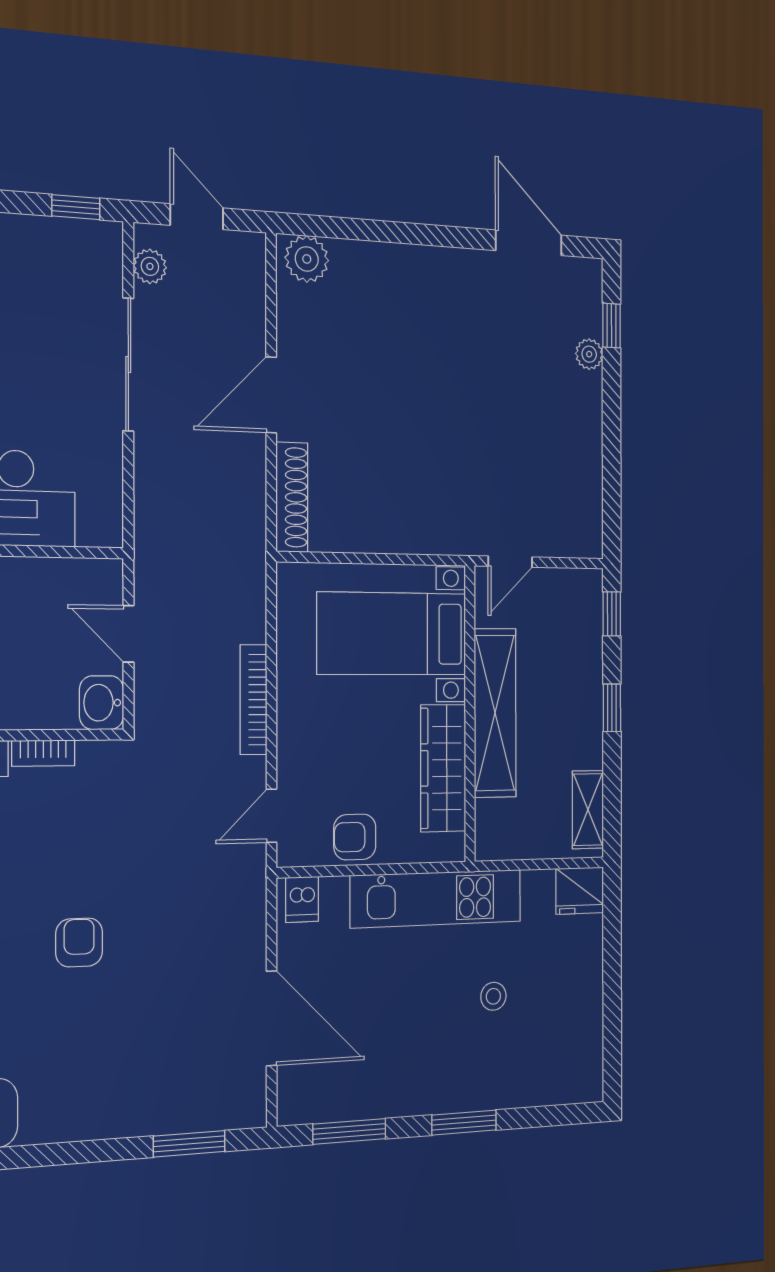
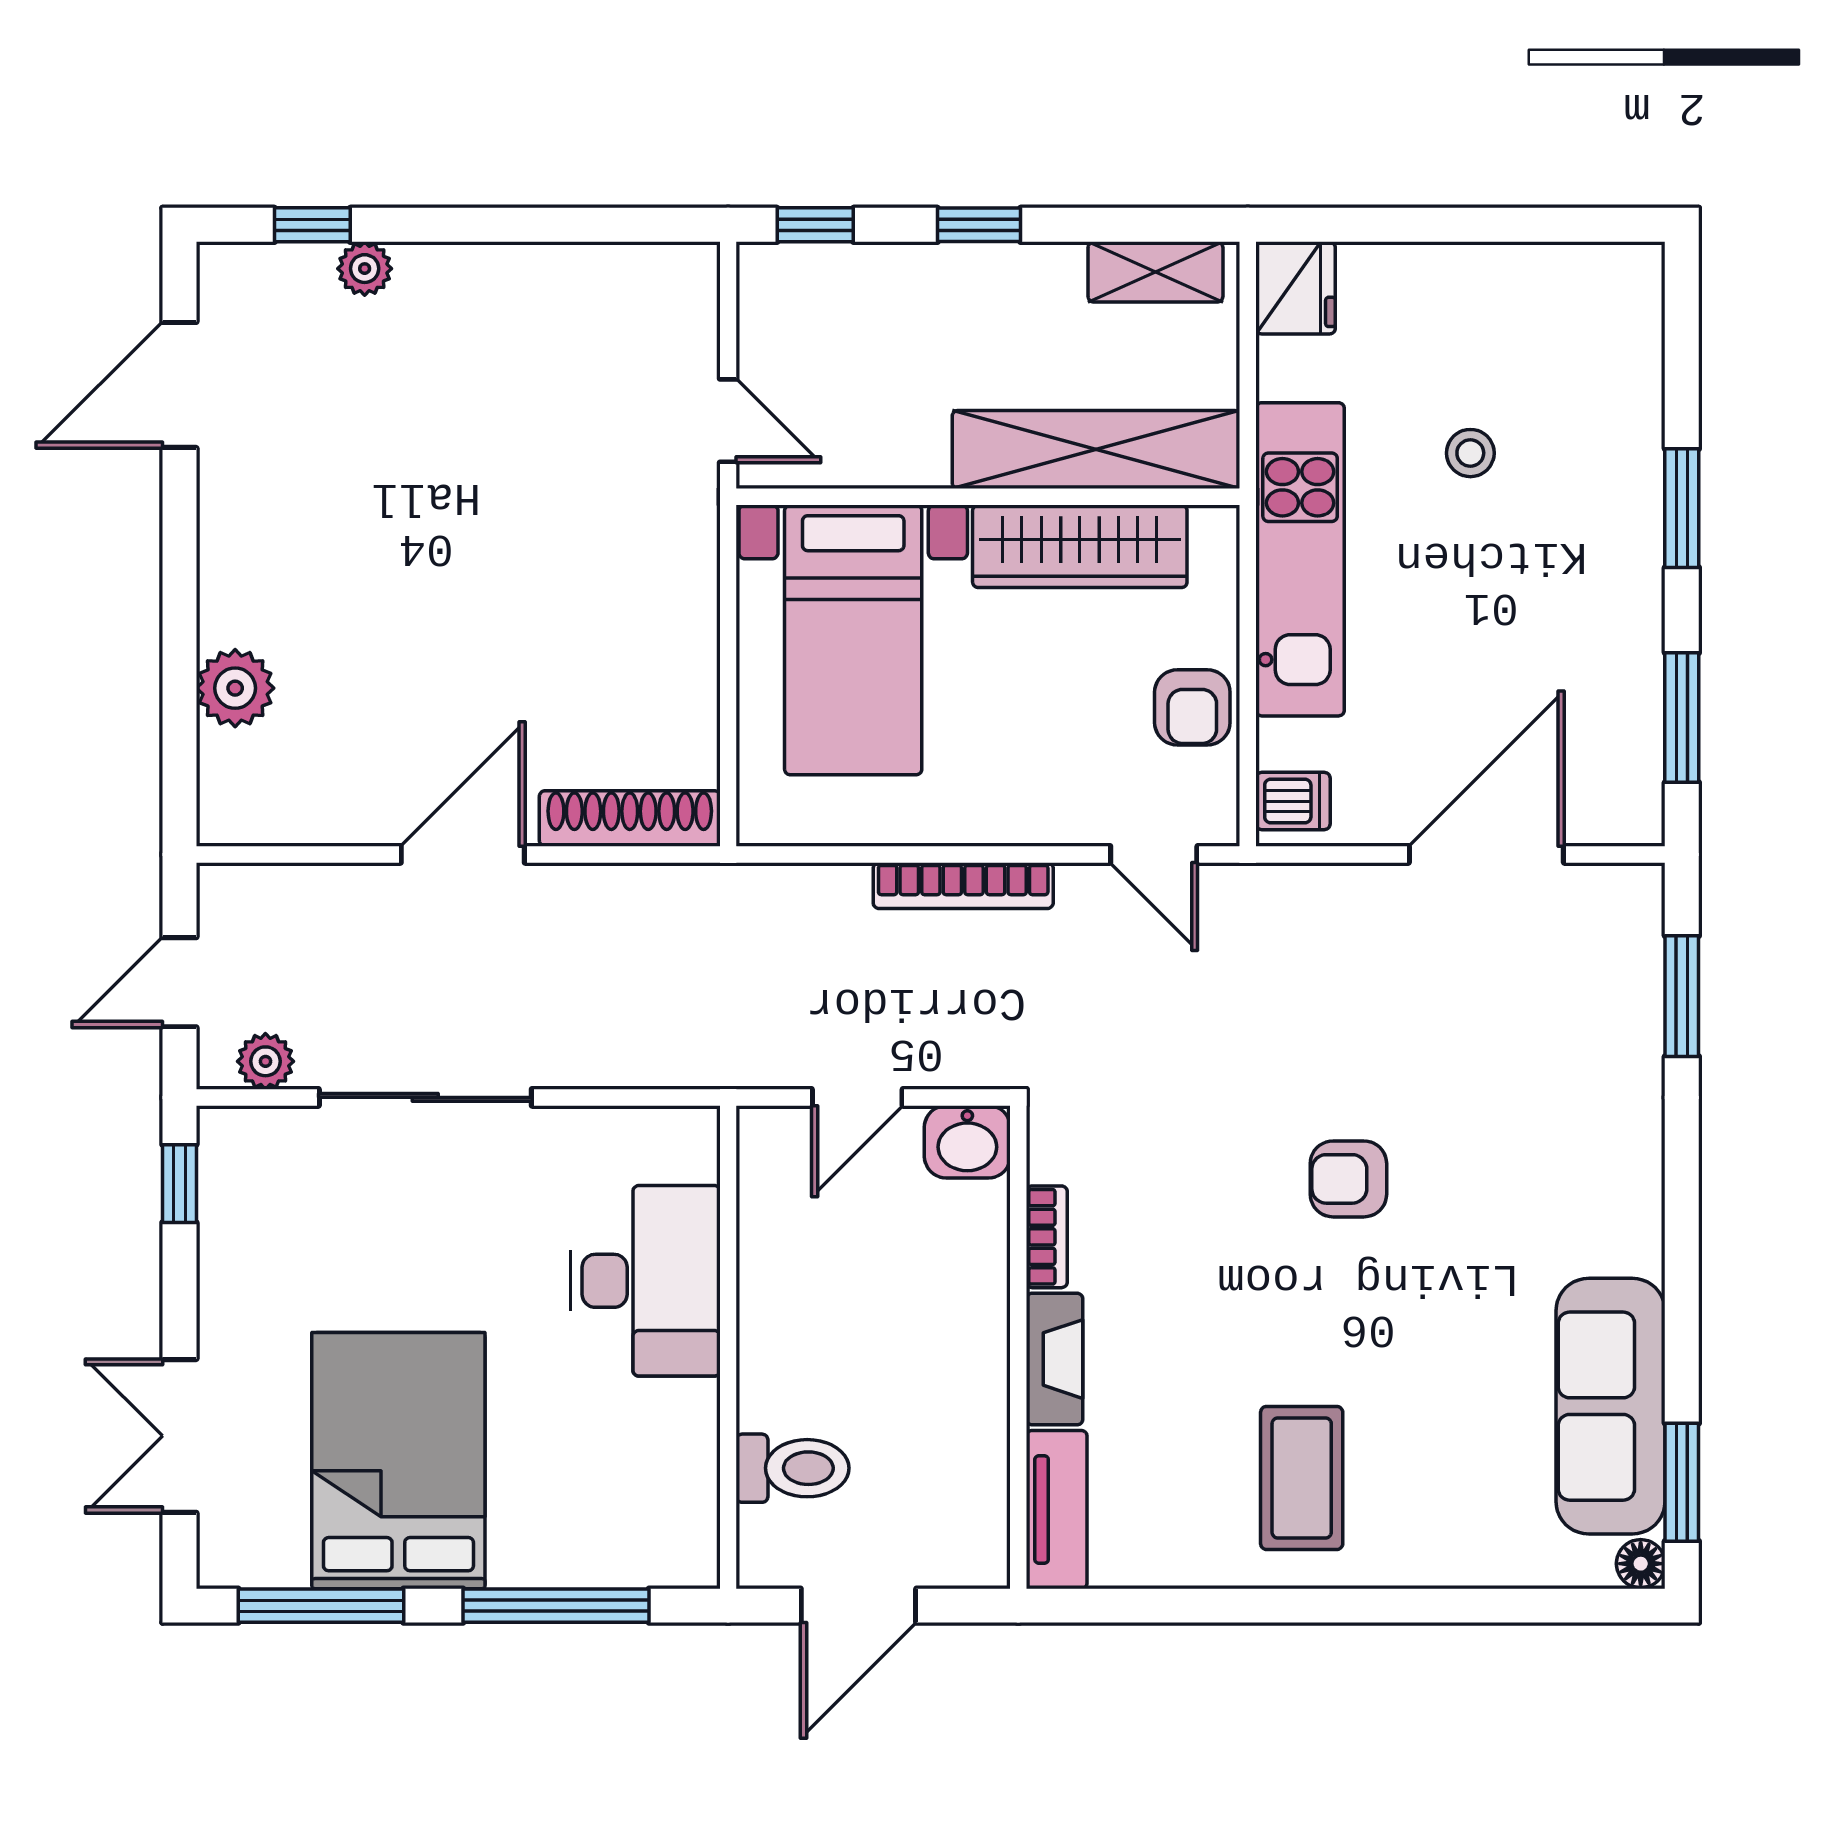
plant: (307, 259) -> (235, 688), moved
door: (271, 395) -> (463, 854), swing flipped
shelving: (495, 713) -> (1096, 449), moved

